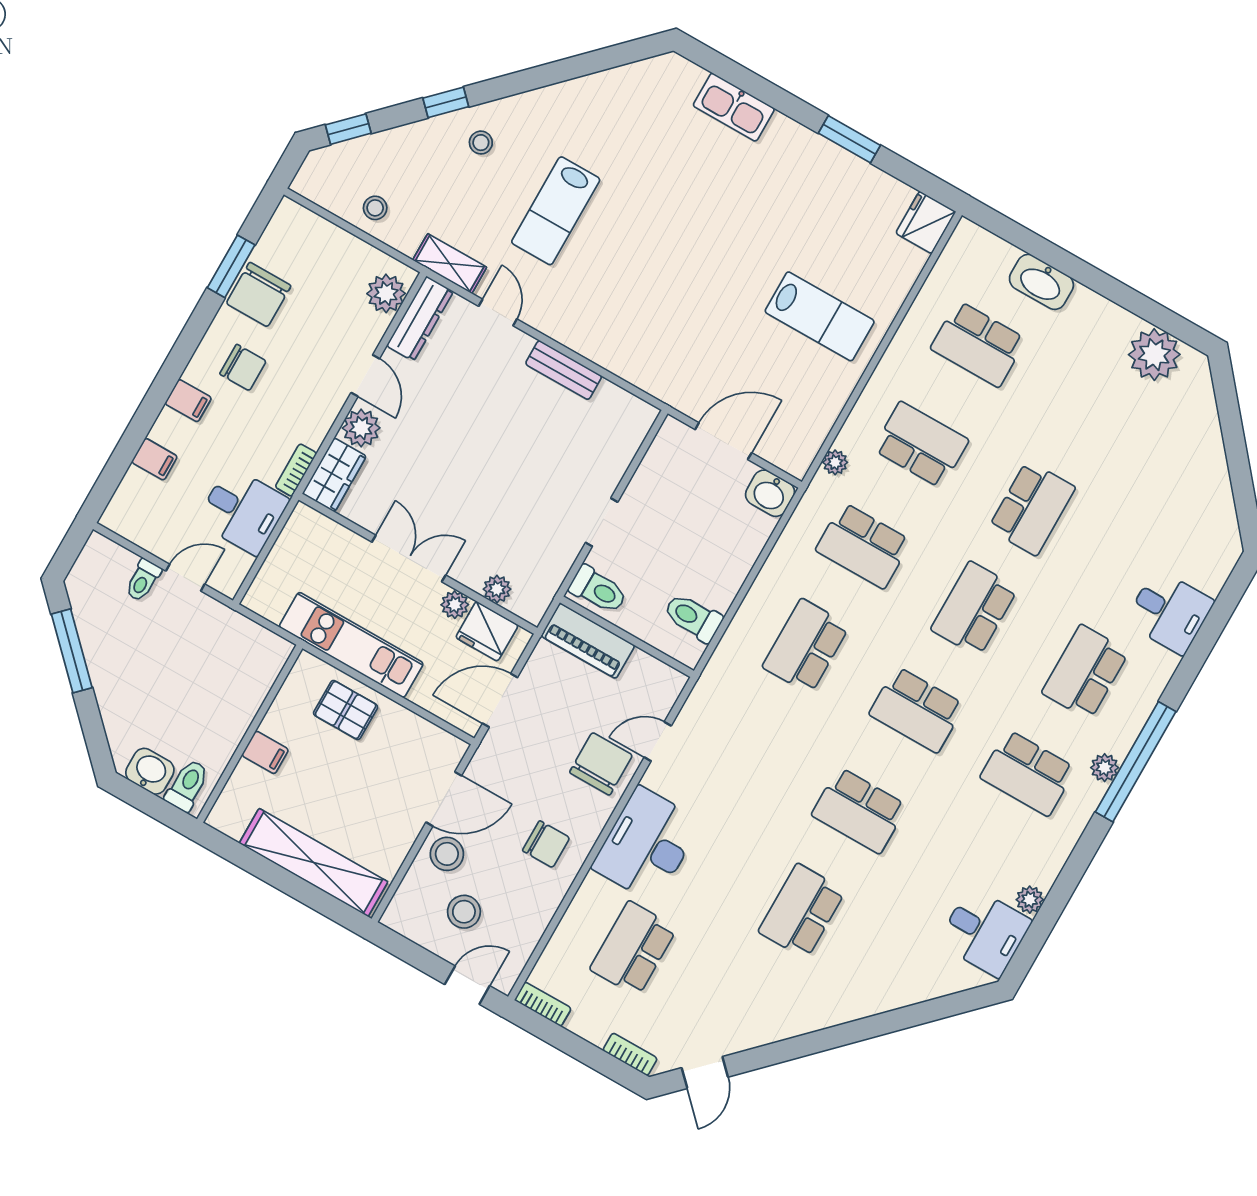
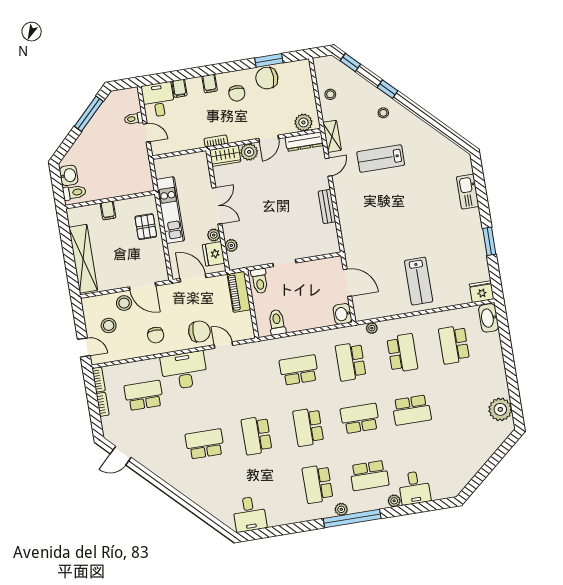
washbasin: (1041, 282) -> (489, 318), moved
desk: (243, 511) -> (158, 100), moved, turned 180
school desk: (1085, 672) -> (369, 475), turned 180
plant: (1030, 900) -> (394, 501), moved
bookcase: (630, 1054) -> (102, 404), moved

